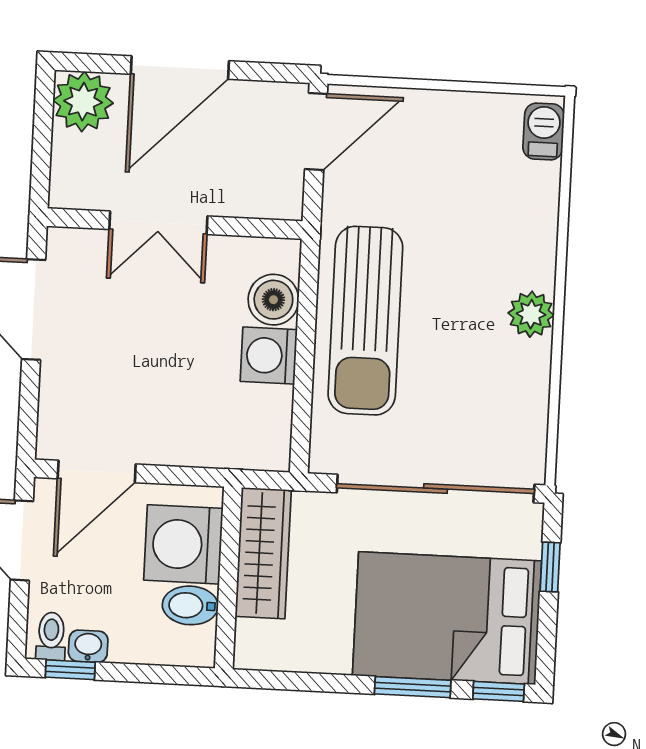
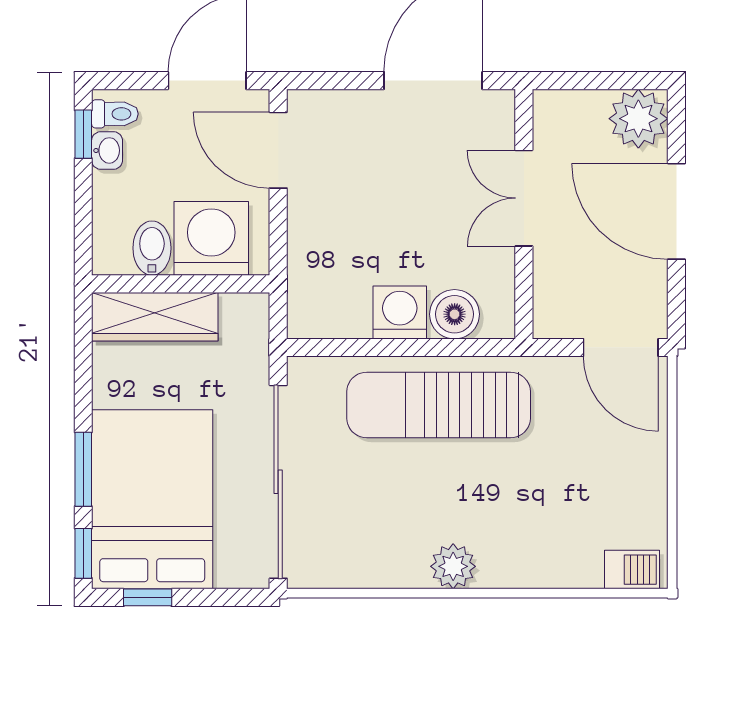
wardrobe: (263, 553) -> (155, 317), moved
window: (550, 567) -> (148, 597), moved

